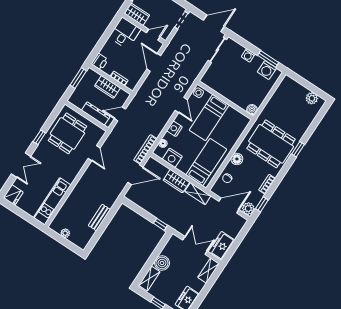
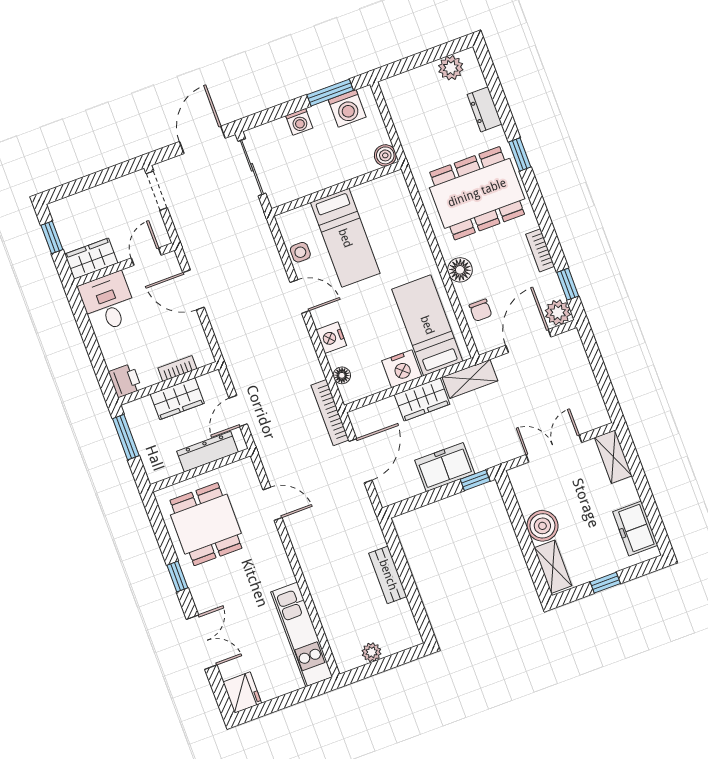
wall: (225, 100) -> (336, 189), moved
boiler: (252, 110) -> (385, 155), moved
bed: (209, 118) -> (345, 238), moved
dresser: (305, 123) -> (485, 109), added
nightstand: (172, 158) -> (402, 369), moved
freezer: (222, 246) -> (445, 467), moved, turned 90

